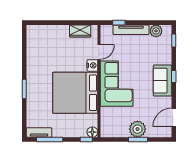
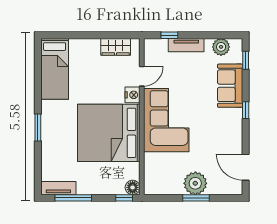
tv unit: (131, 30) -> (186, 45), width x0.71
bed: (36, 47) -> (55, 69), added
sofa: (163, 81) -> (230, 86), moved
door: (174, 118) -> (246, 167), hinge flipped

